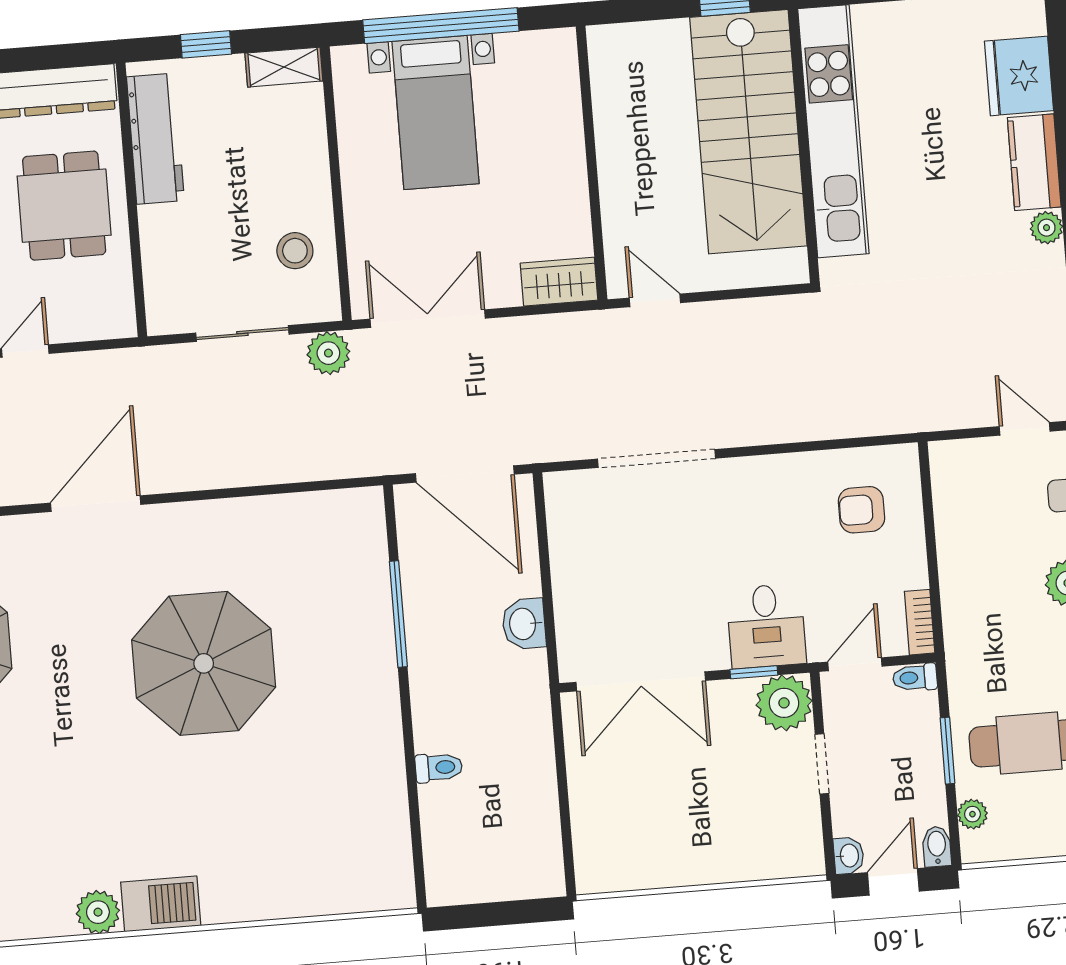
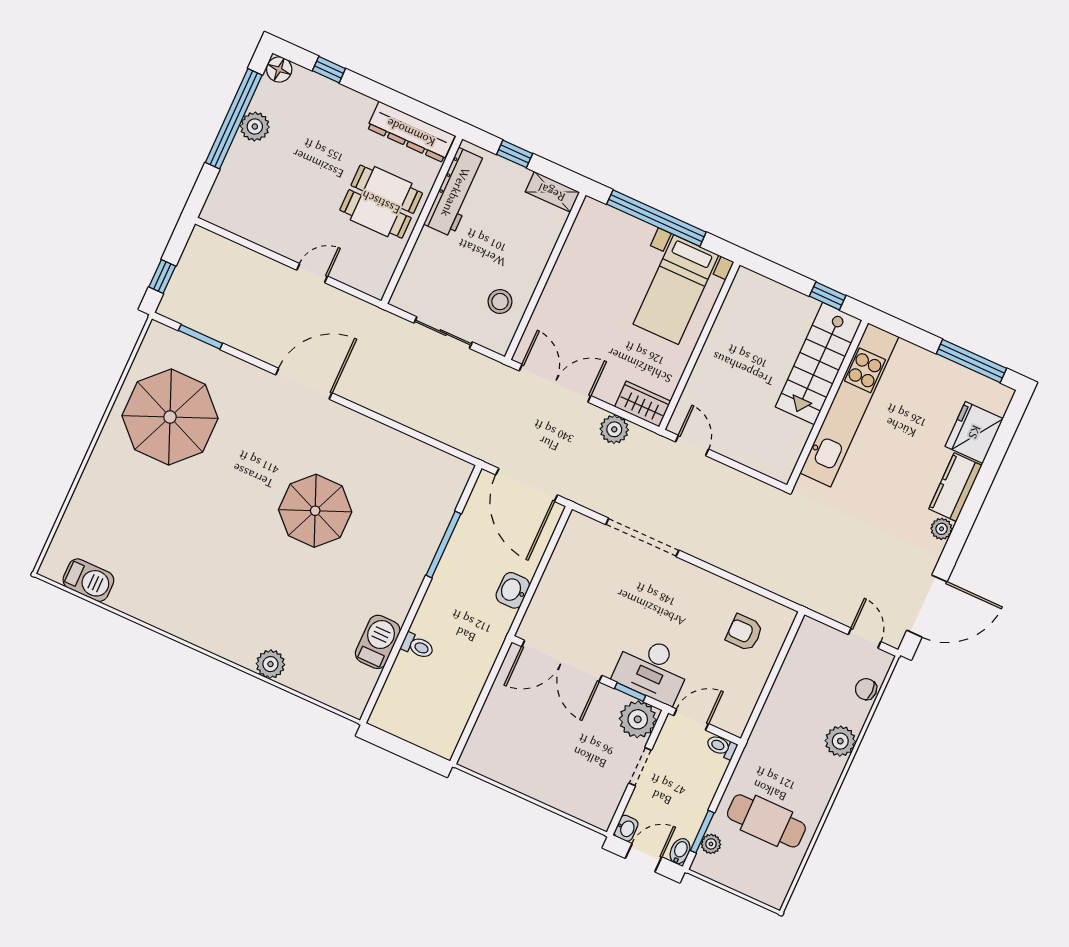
bed with nightstands: (436, 112) -> (676, 290), moved
stairs: (748, 132) -> (819, 363), width x0.73, depth x0.66
dining table: (64, 206) -> (381, 202), turned 90
plant: (328, 353) -> (614, 429), moved
bookcase: (920, 622) -> (742, 716), removed
desk: (766, 626) -> (652, 669), width x1.37
parasol: (204, 663) -> (315, 511), width x0.73, depth x0.73
window: (947, 751) -> (702, 832), moved
barbecue: (161, 904) -> (378, 642), moved, turned -90
plant: (98, 912) -> (270, 664), moved

